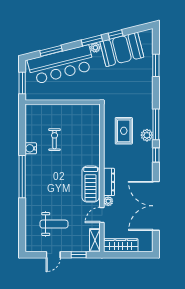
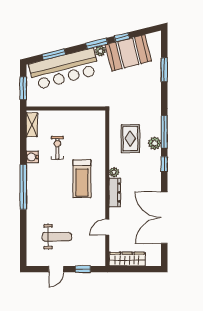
treadmill: (91, 184) -> (82, 179), moved
plant: (108, 201) -> (114, 172), moved
shelving: (95, 240) -> (32, 125), moved

